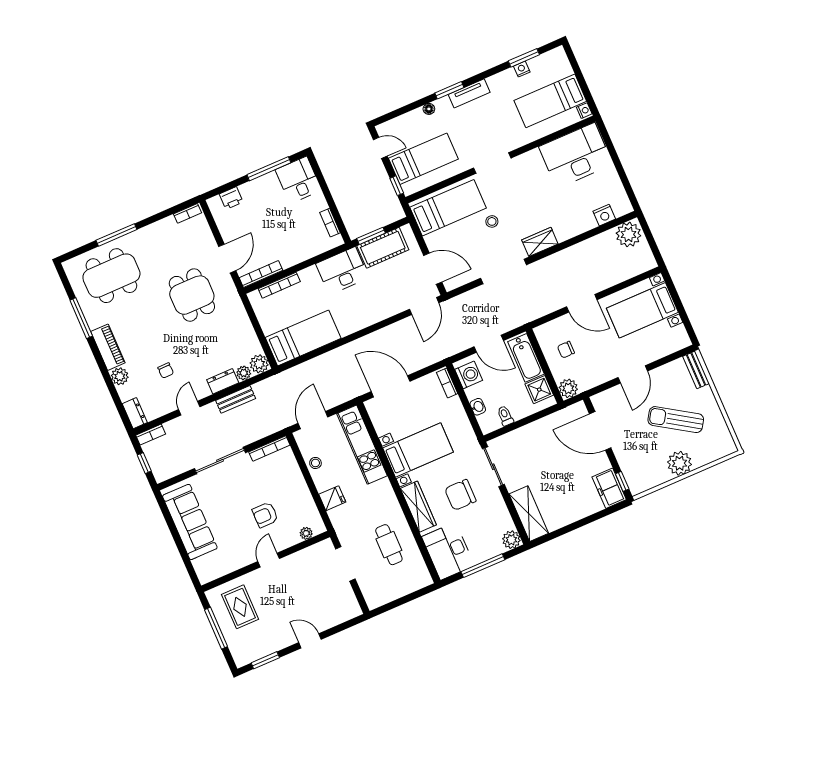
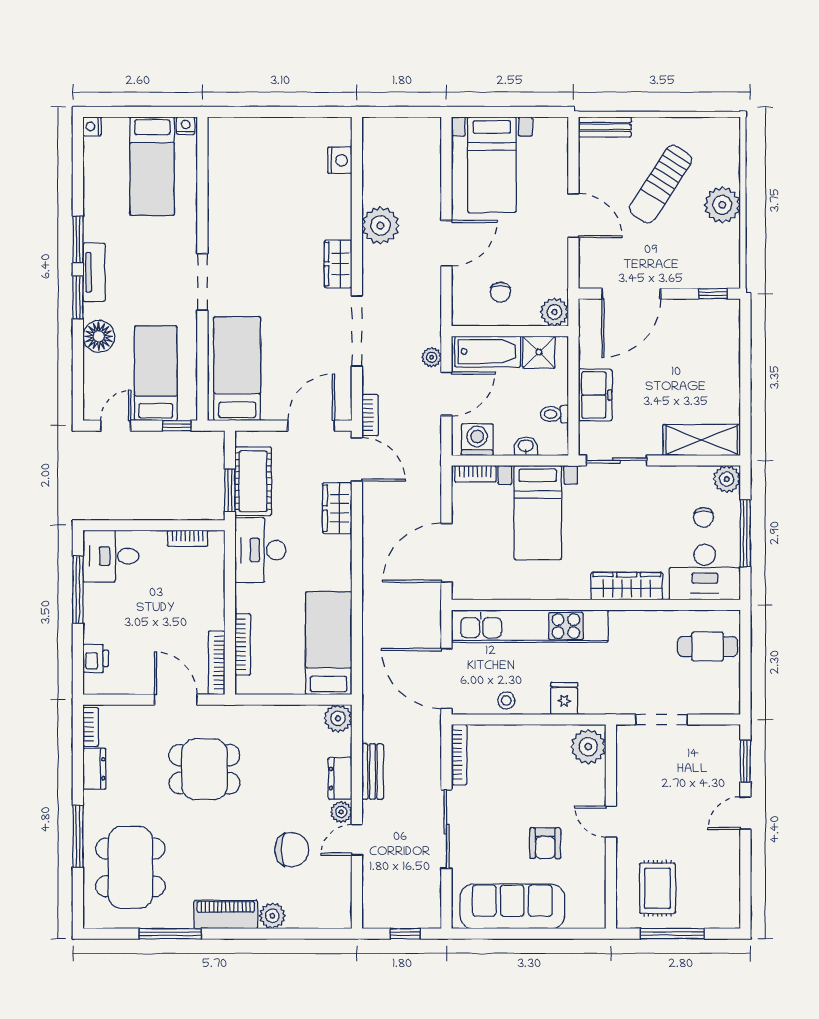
window: (524, 58) -> (78, 239), moved
nightstand: (522, 69) -> (92, 126), moved
floor lamp: (429, 109) -> (99, 336), width x1.89, depth x1.89
desk: (576, 155) -> (242, 164), removed
stool: (492, 221) -> (282, 317), removed
plant: (628, 234) -> (380, 225), moved
wardrobe: (389, 307) -> (337, 508), added
plant: (507, 325) -> (432, 357), added
chair: (166, 371) -> (292, 850), width x1.87, depth x1.87
plant: (244, 373) -> (341, 812), moved
door: (189, 408) -> (357, 840), hinge flipped
dresser: (135, 413) -> (94, 769), moved, turned 90
door: (313, 420) -> (446, 678), width x1.36
bookcase: (151, 435) -> (370, 415), moved
kitchen unit: (362, 445) -> (530, 626), width x1.36
bed with nightstands: (418, 450) -> (538, 512), moved, turned 180
freezer: (609, 488) -> (595, 395), moved, turned -90
chair: (460, 495) -> (703, 517), moved, width x0.54, depth x0.54
armchair: (265, 515) -> (545, 843), moved
plant: (306, 533) -> (588, 747), width x1.88, depth x1.88
cafe table: (389, 545) -> (708, 647), moved
rug: (240, 607) -> (658, 888), turned 90
window: (265, 660) -> (745, 761), moved

